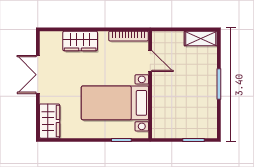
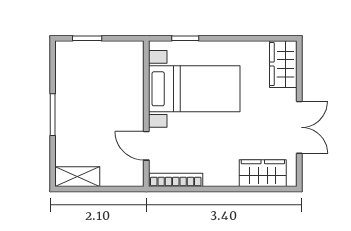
wardrobe: (80, 41) -> (263, 173), moved

